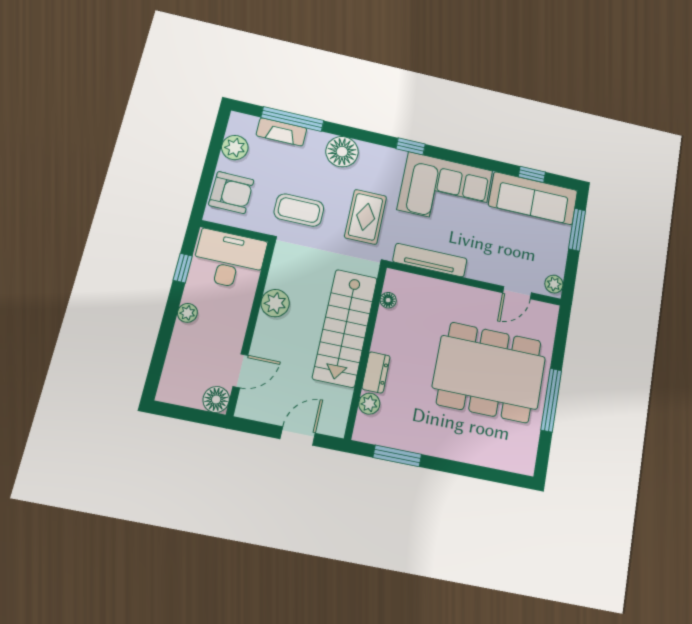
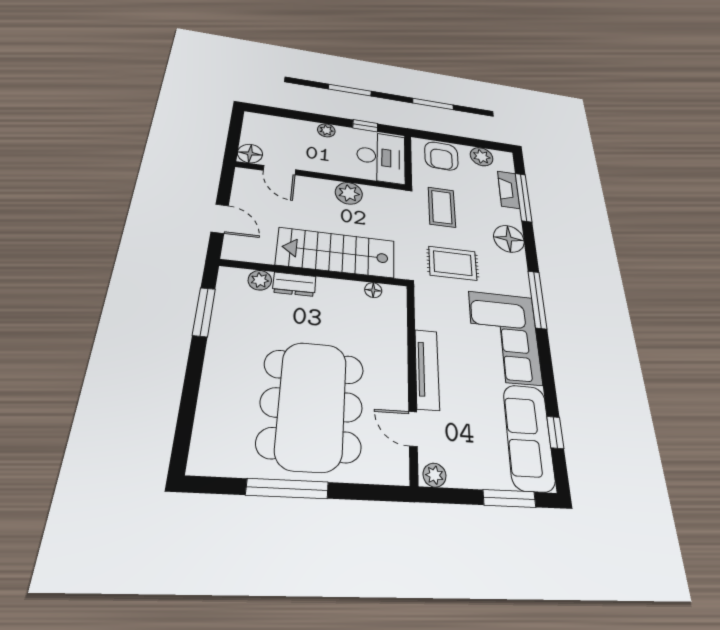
window: (411, 146) -> (537, 299), width x2.17
tv unit: (430, 260) -> (427, 369), moved

